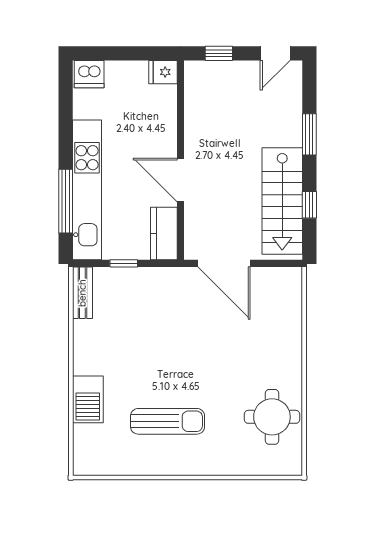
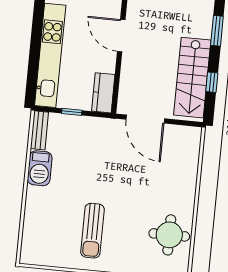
door: (180, 180) -> (121, 36), moved
window: (66, 201) -> (34, 62), removed
barbecue: (88, 399) -> (40, 168), moved
sun lounger: (168, 421) -> (92, 231), turned 90

